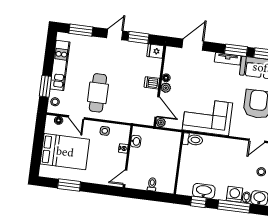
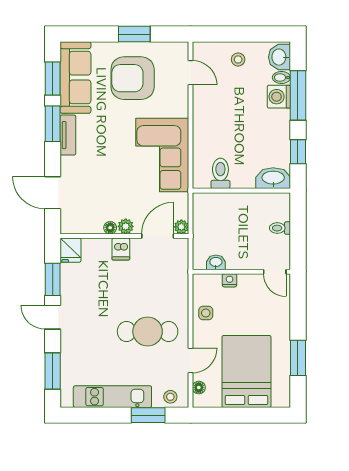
toilet: (193, 140) -> (220, 173), moved
washbasin: (204, 191) -> (273, 178), moved, turned 90

